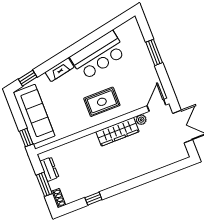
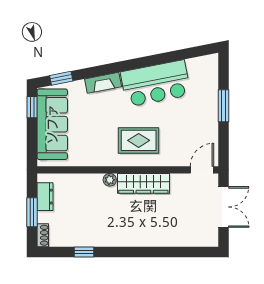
plant: (141, 120) -> (110, 180), moved
window: (26, 138) -> (32, 107), moved

